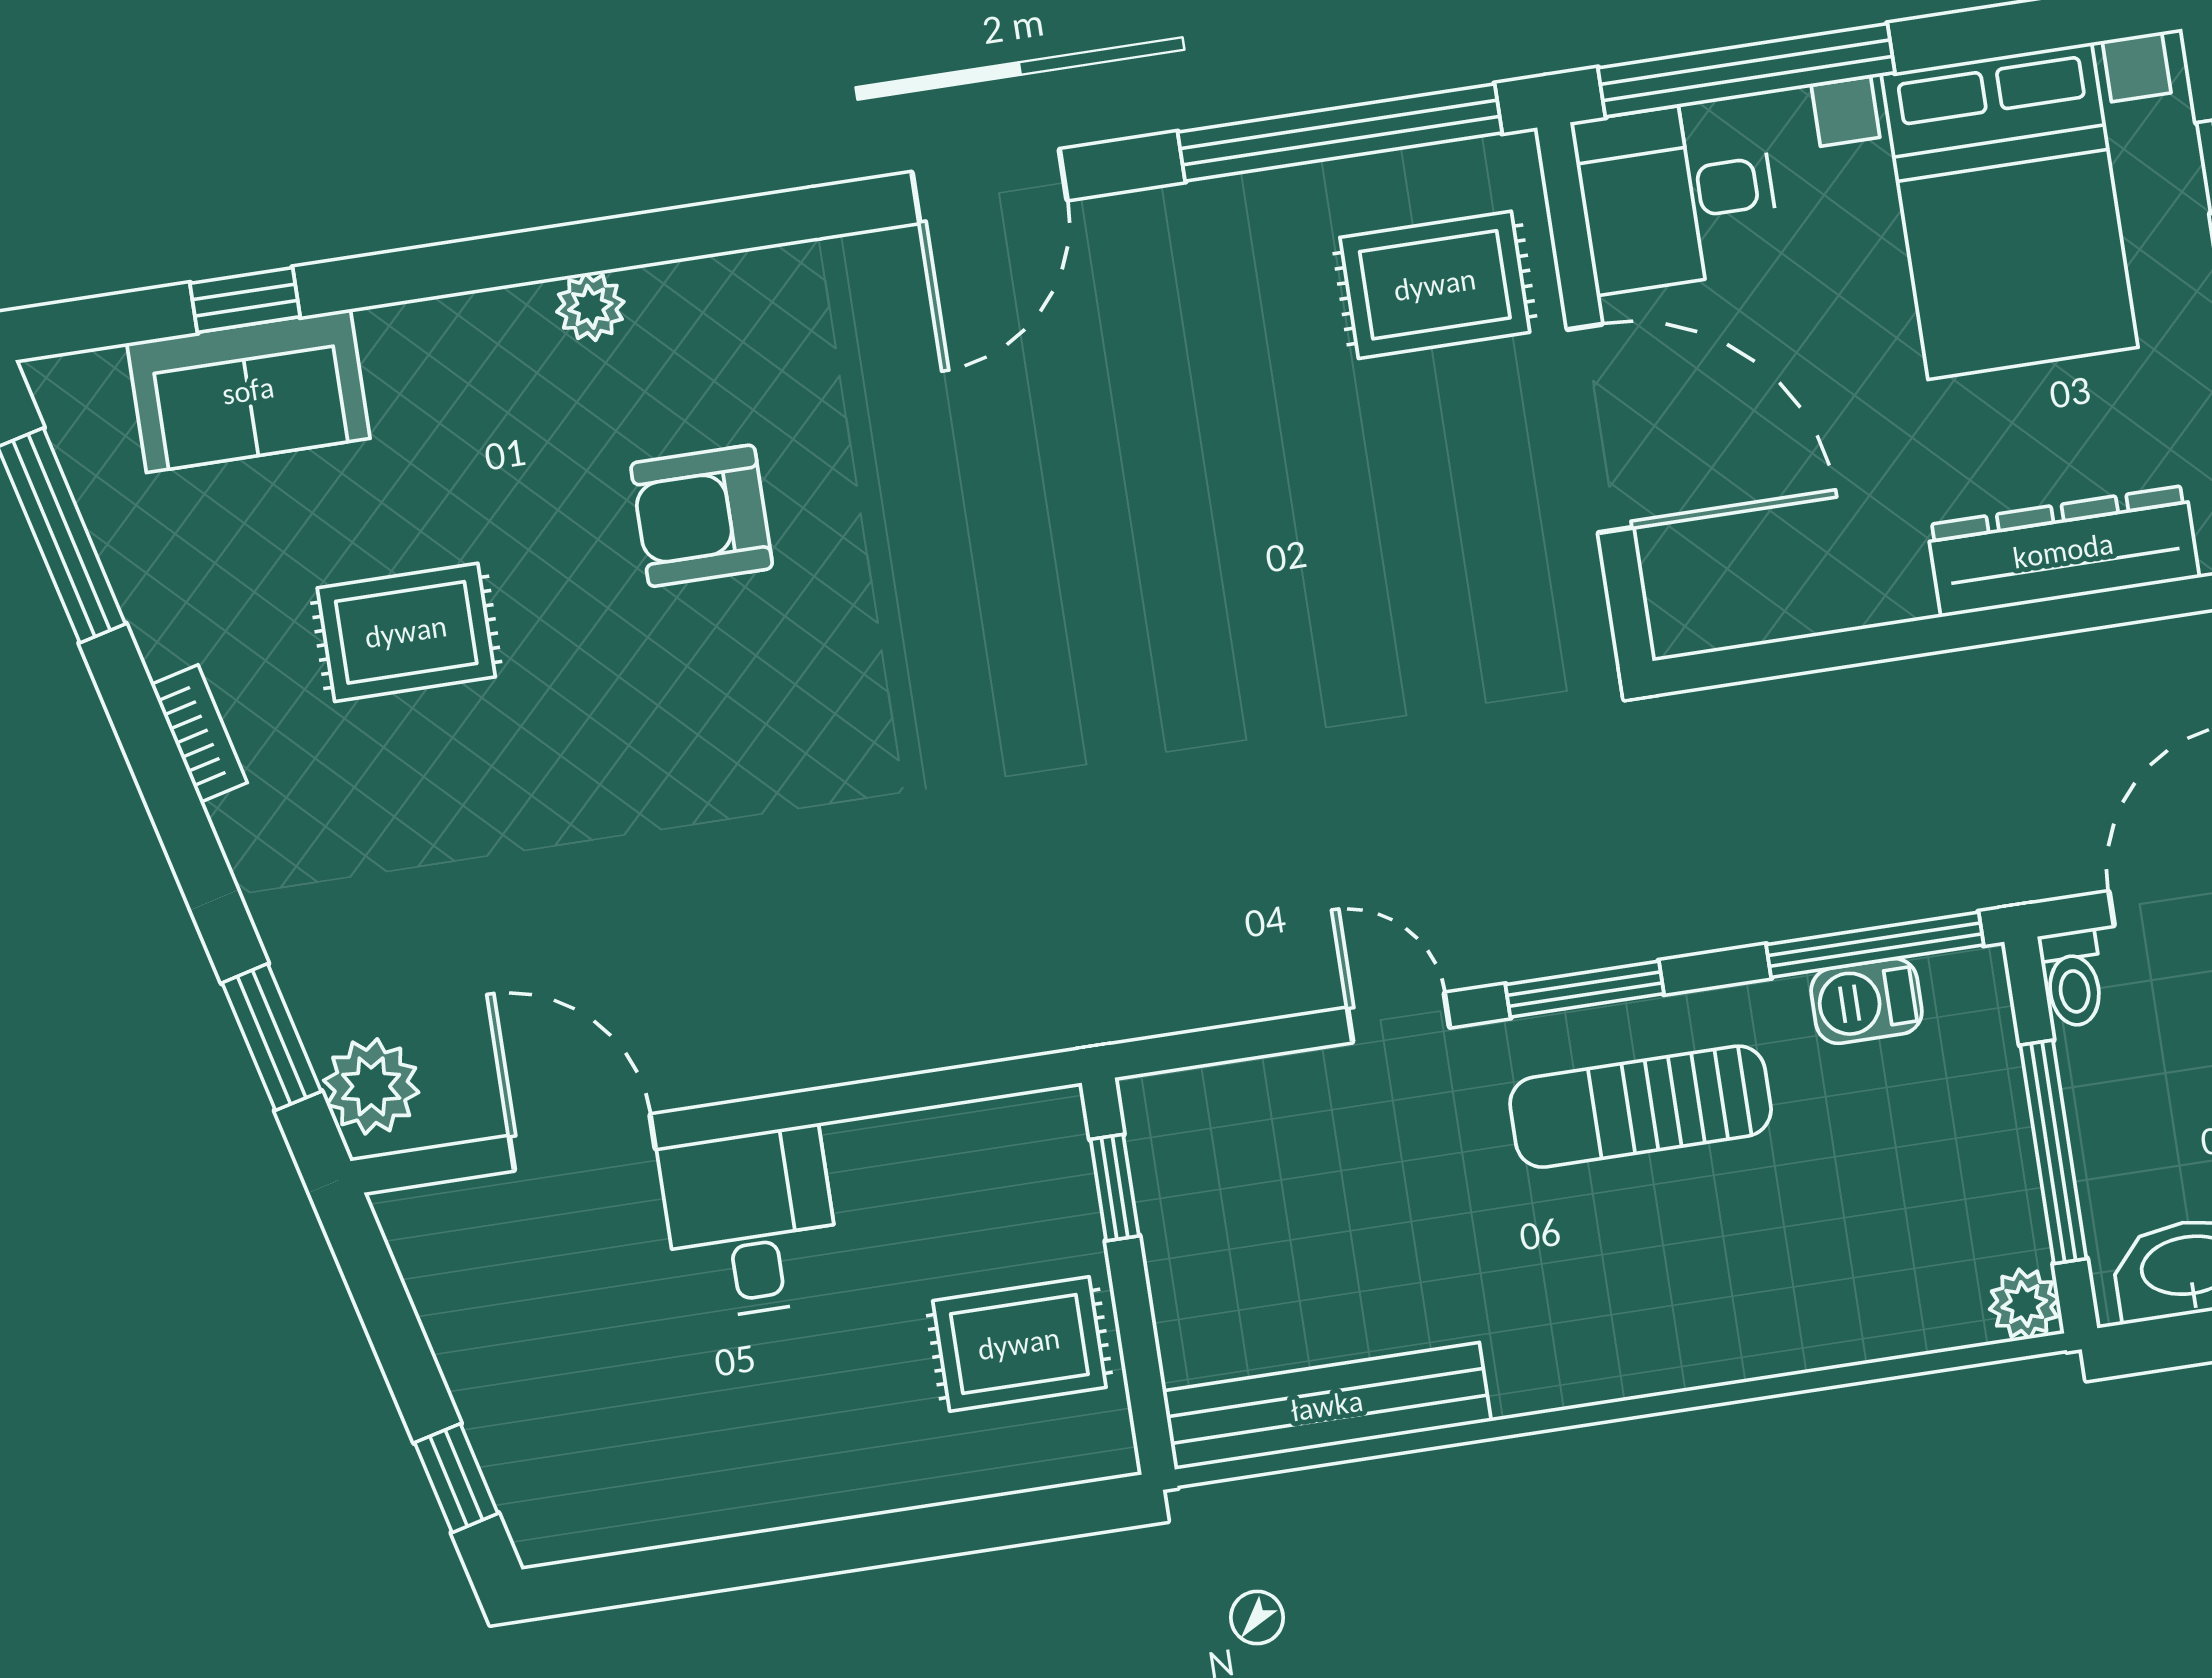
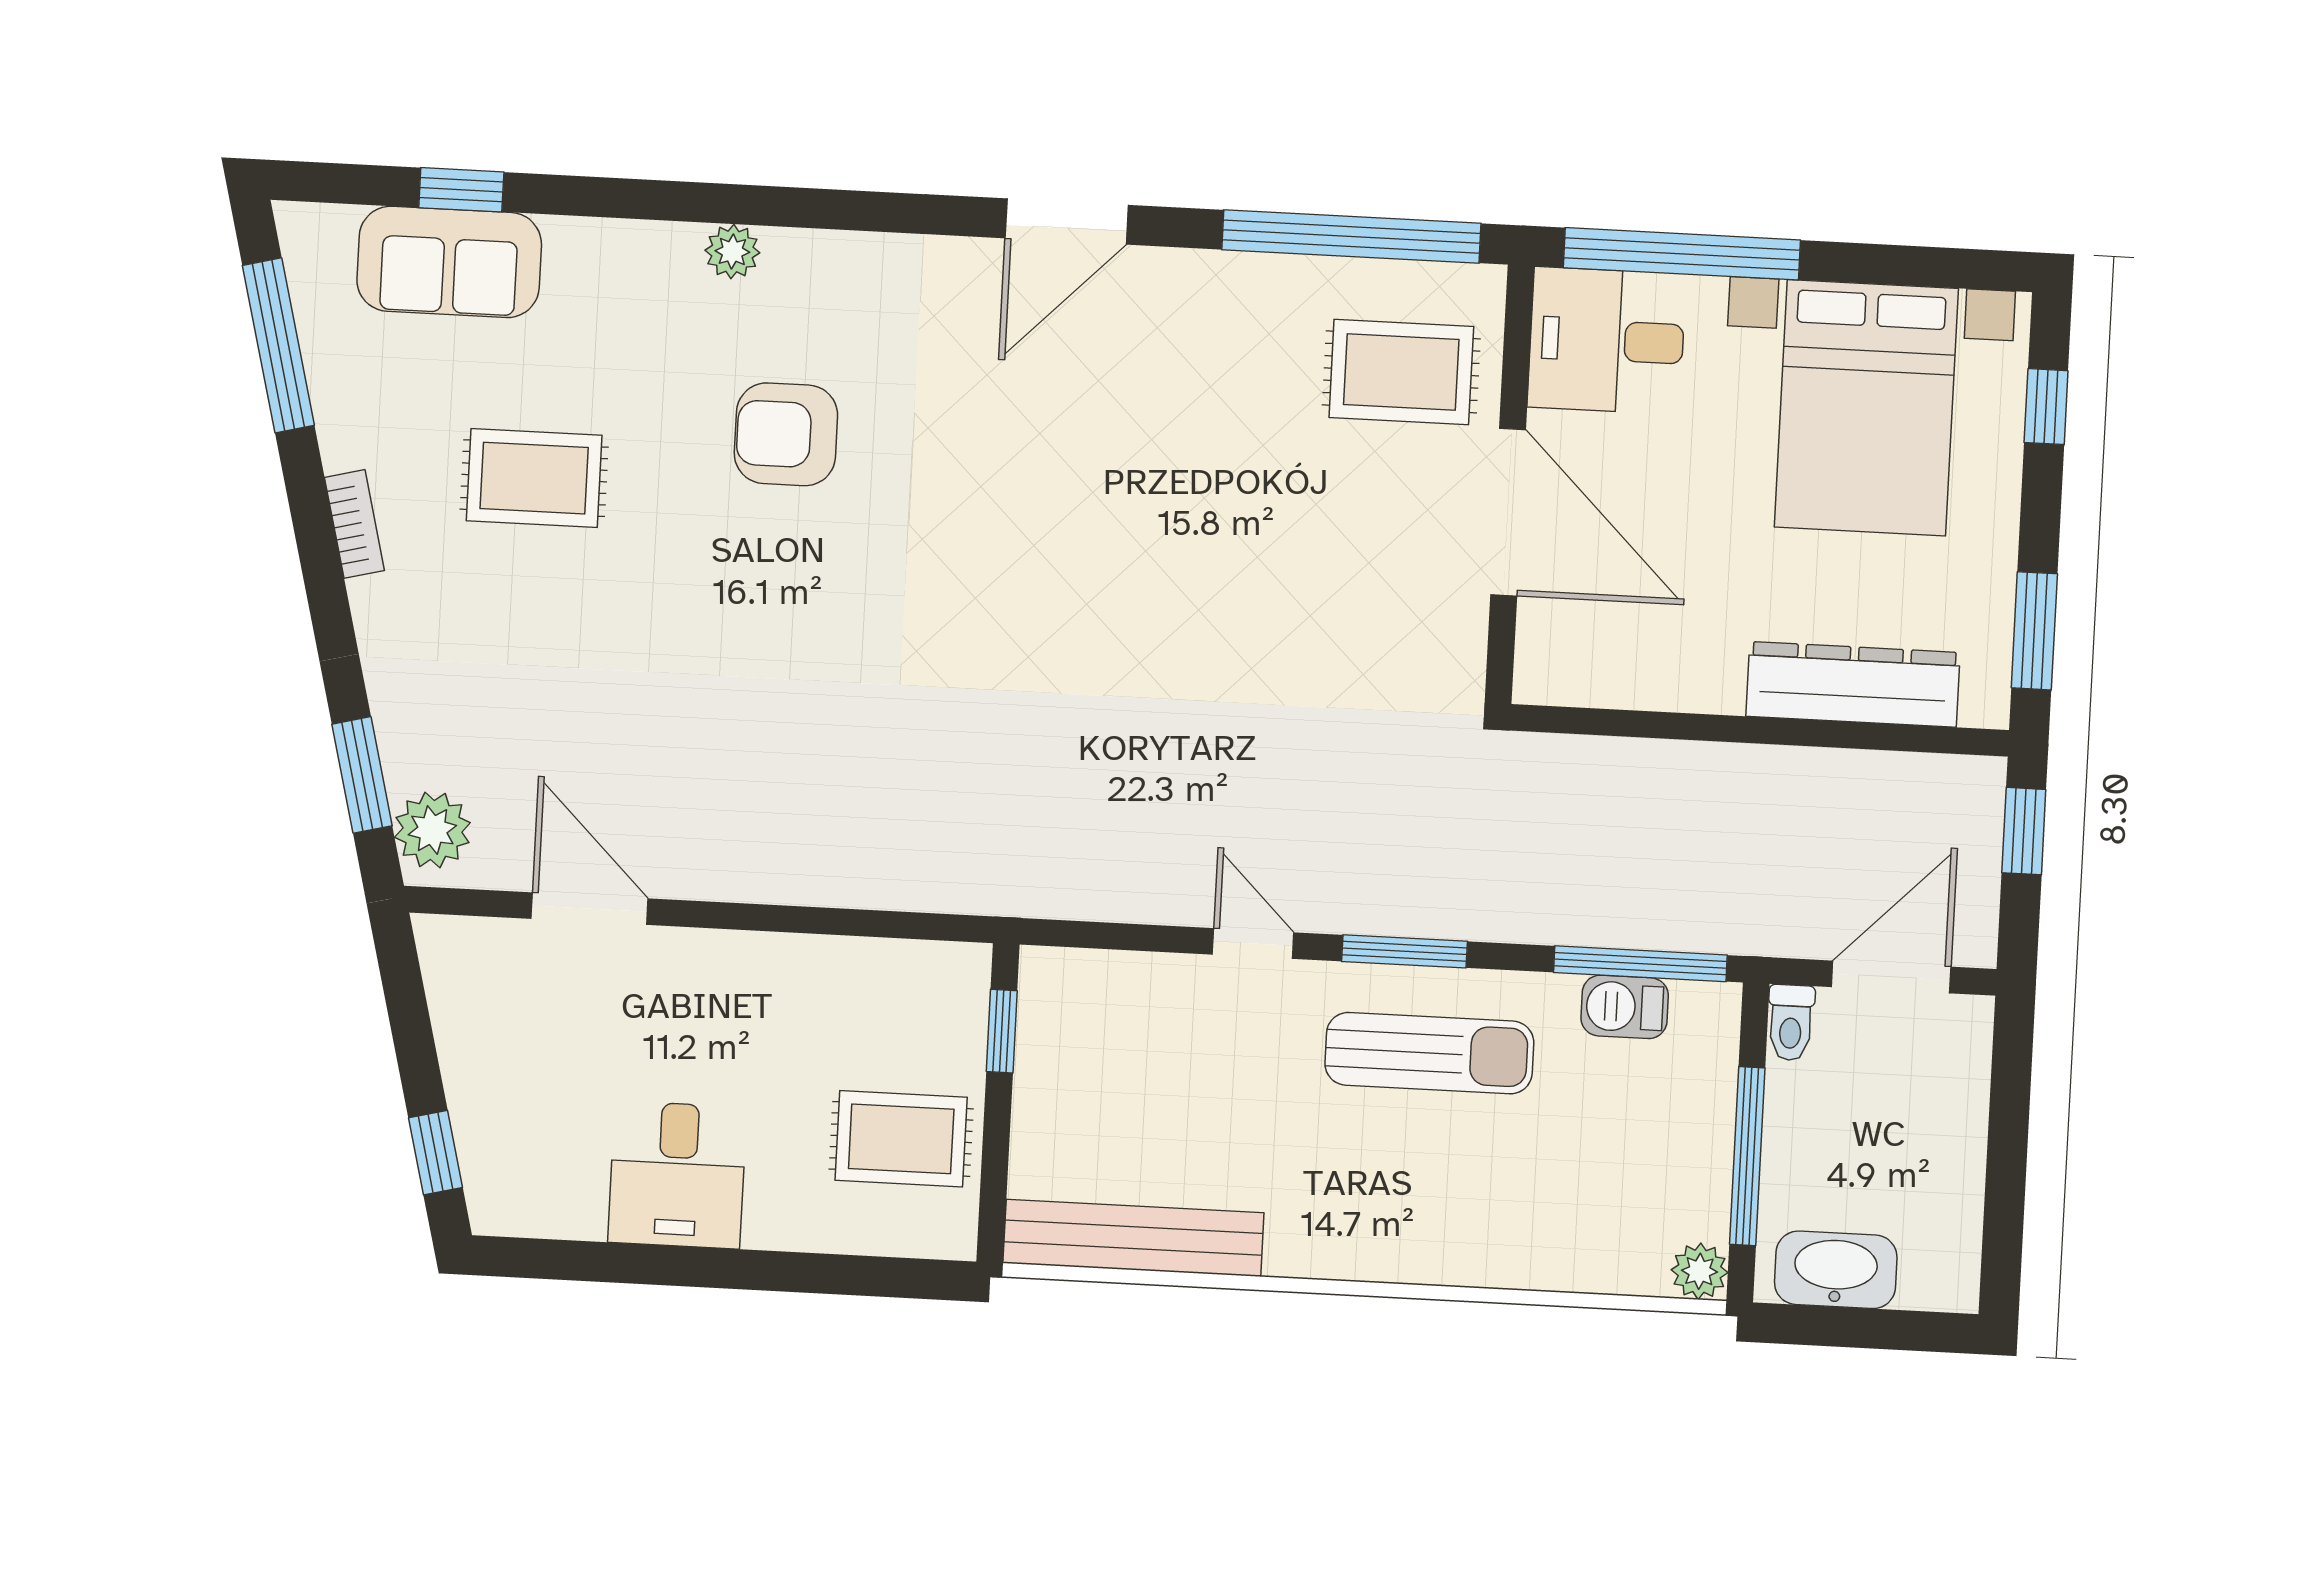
sun lounger: (1641, 1107) -> (1429, 1053), turned 180
desk: (751, 1223) -> (677, 1175), moved, turned 180

